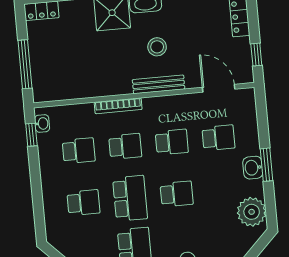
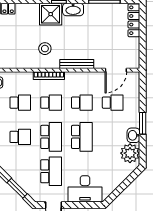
stool: (157, 47) -> (45, 49), moved
window: (256, 55) -> (143, 50), removed
door: (219, 88) -> (116, 70), swing flipped
washbasin: (253, 168) -> (133, 135), moved
school desk: (177, 194) -> (82, 137), width x1.85

